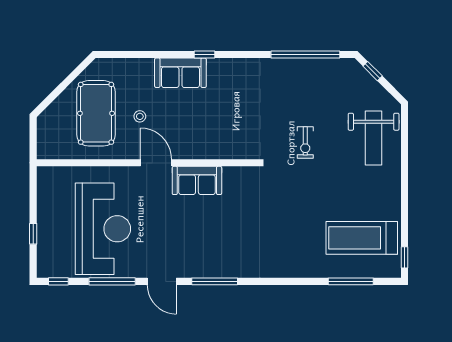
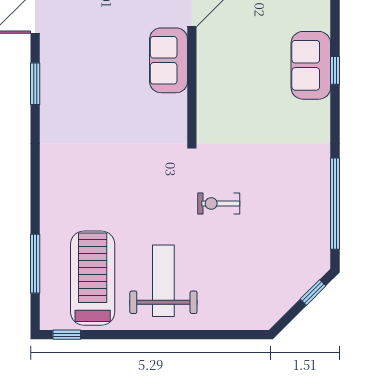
sofa: (180, 73) -> (311, 65), moved
weight bench: (374, 138) -> (163, 281), moved, turned 90
window: (215, 281) -> (35, 84), width x0.69

